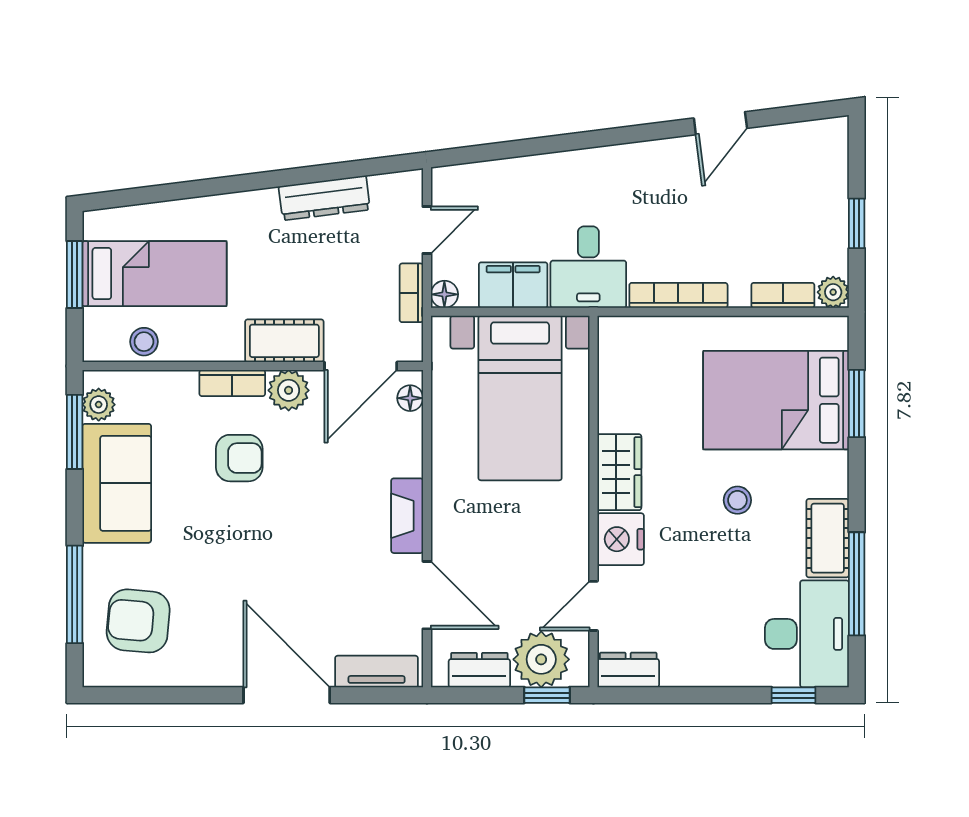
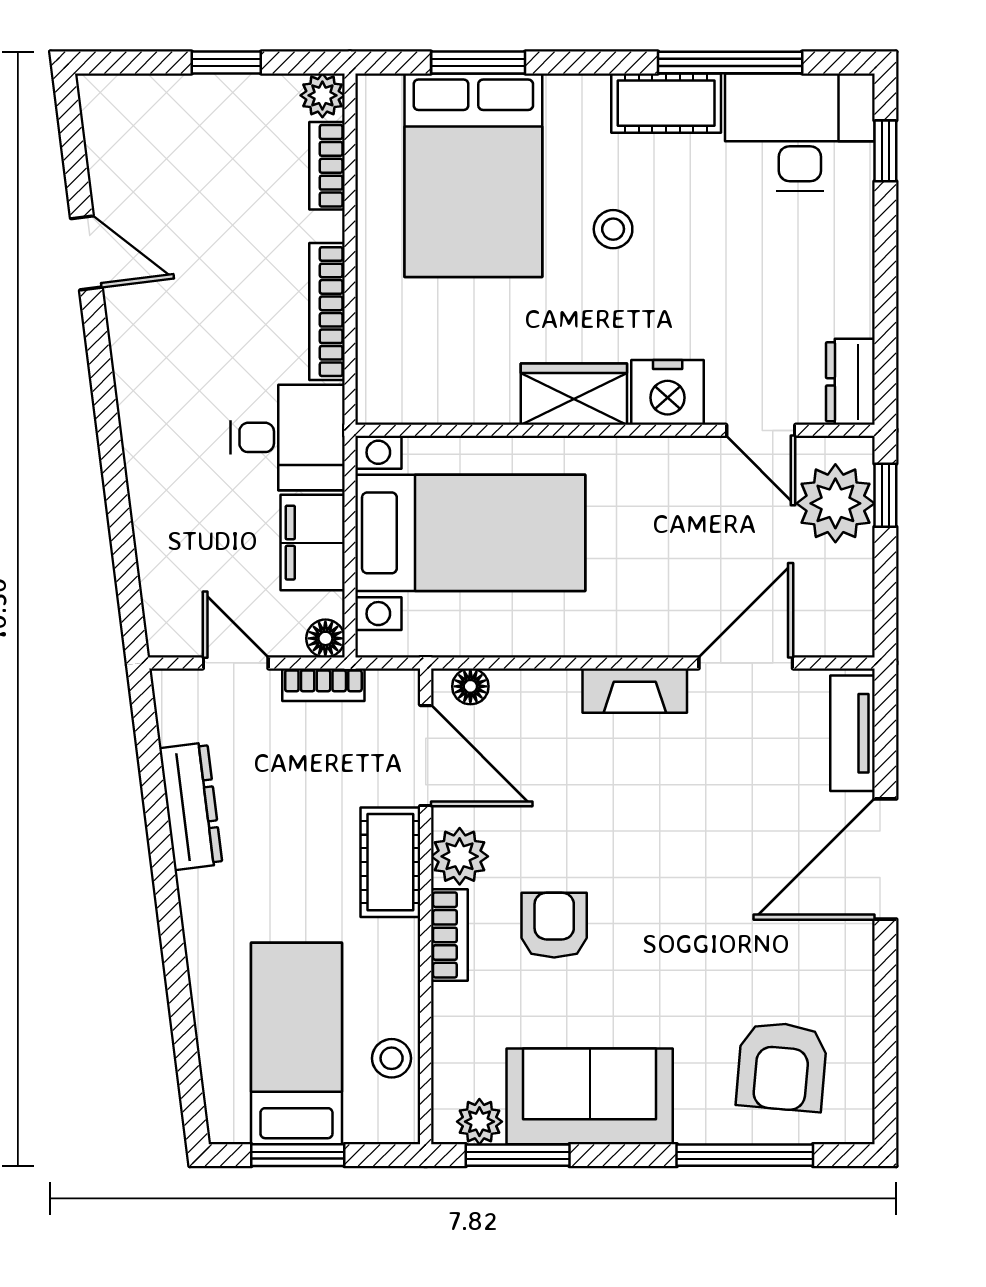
dresser: (479, 670) -> (850, 590), removed

